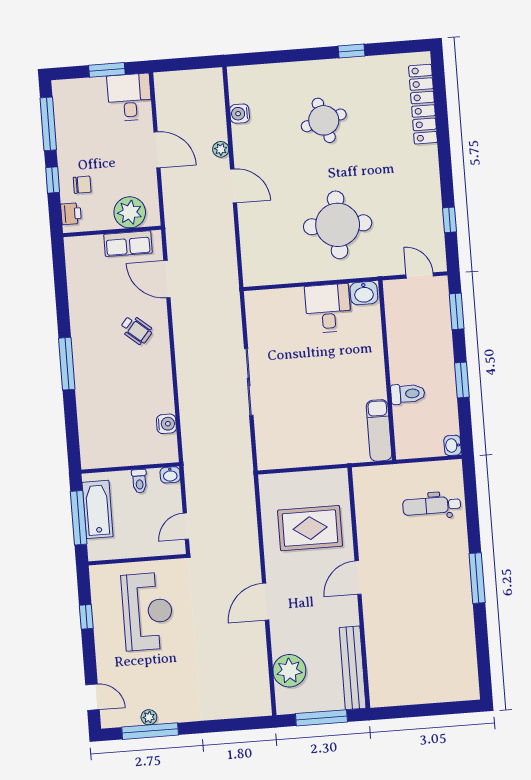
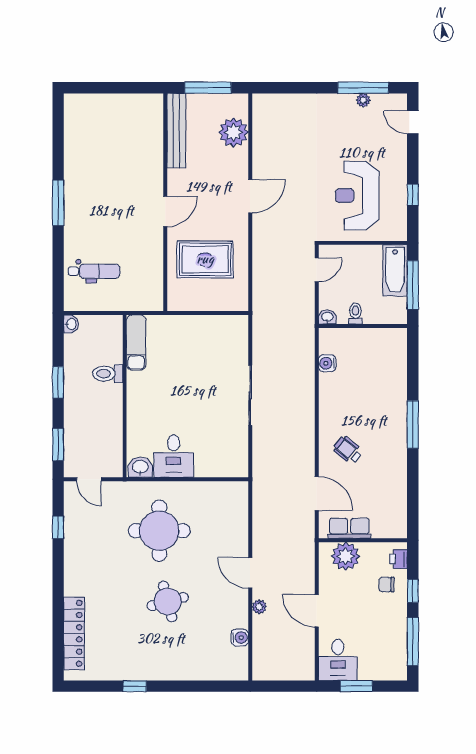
round table: (324, 120) -> (168, 601), moved
bathtub: (98, 509) -> (395, 270), moved

